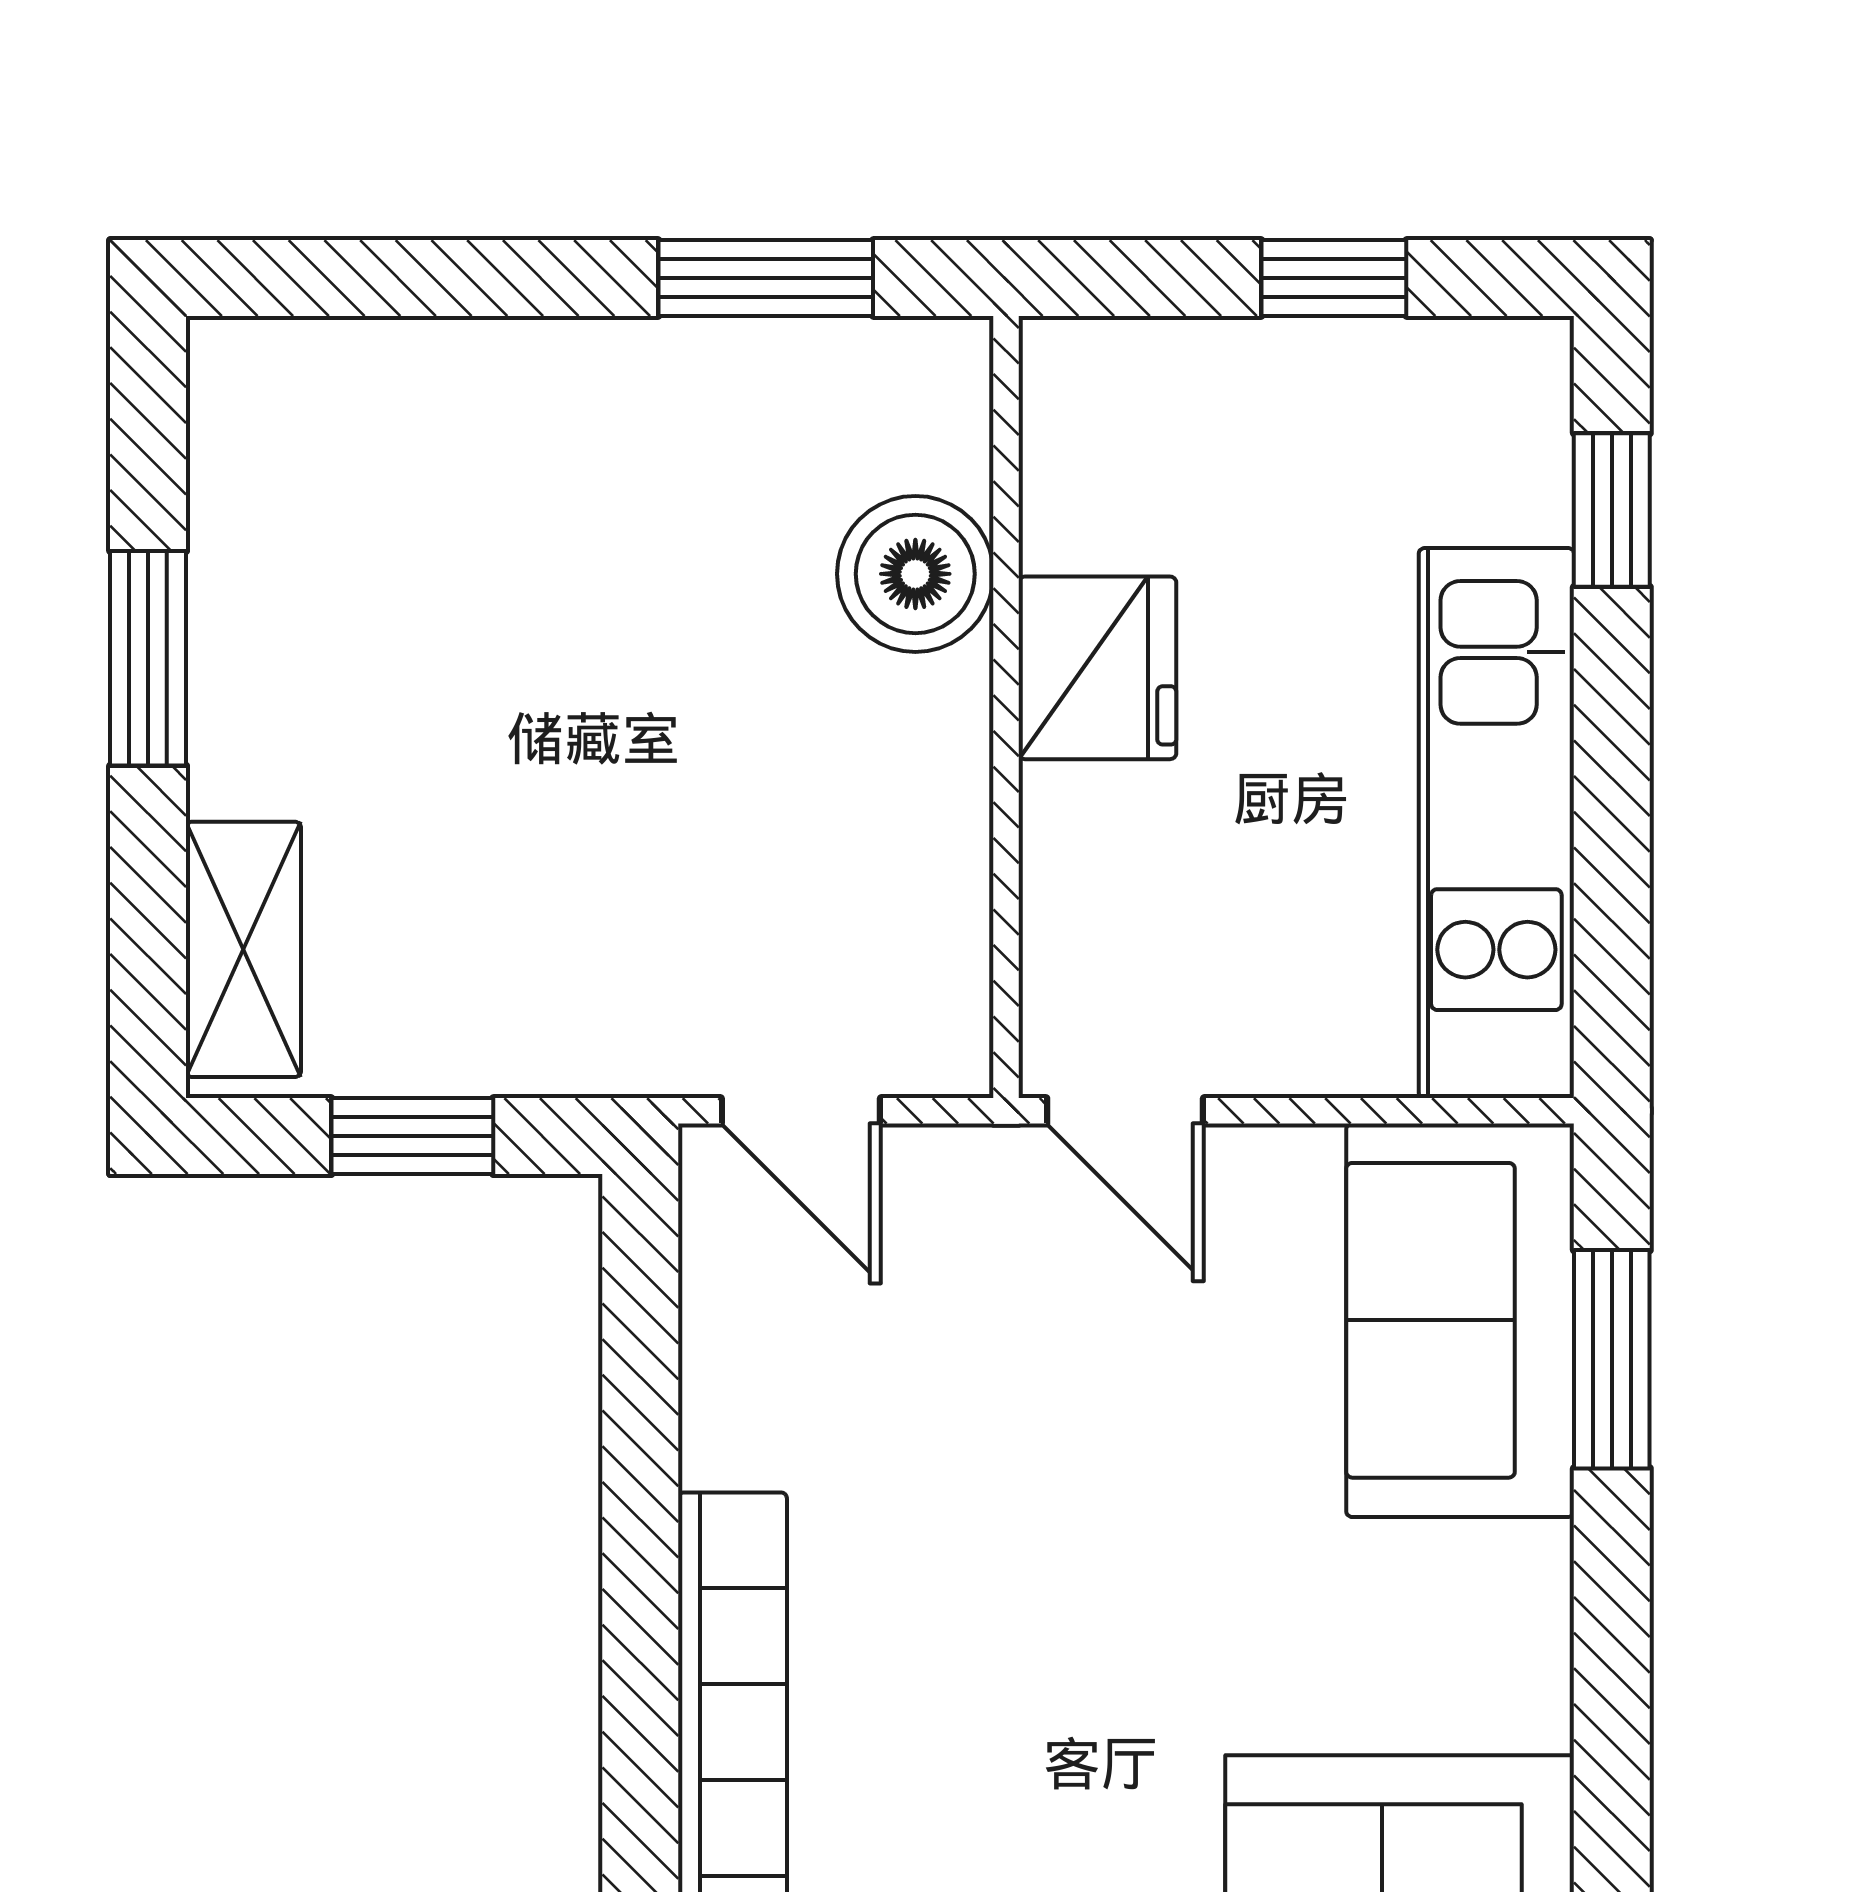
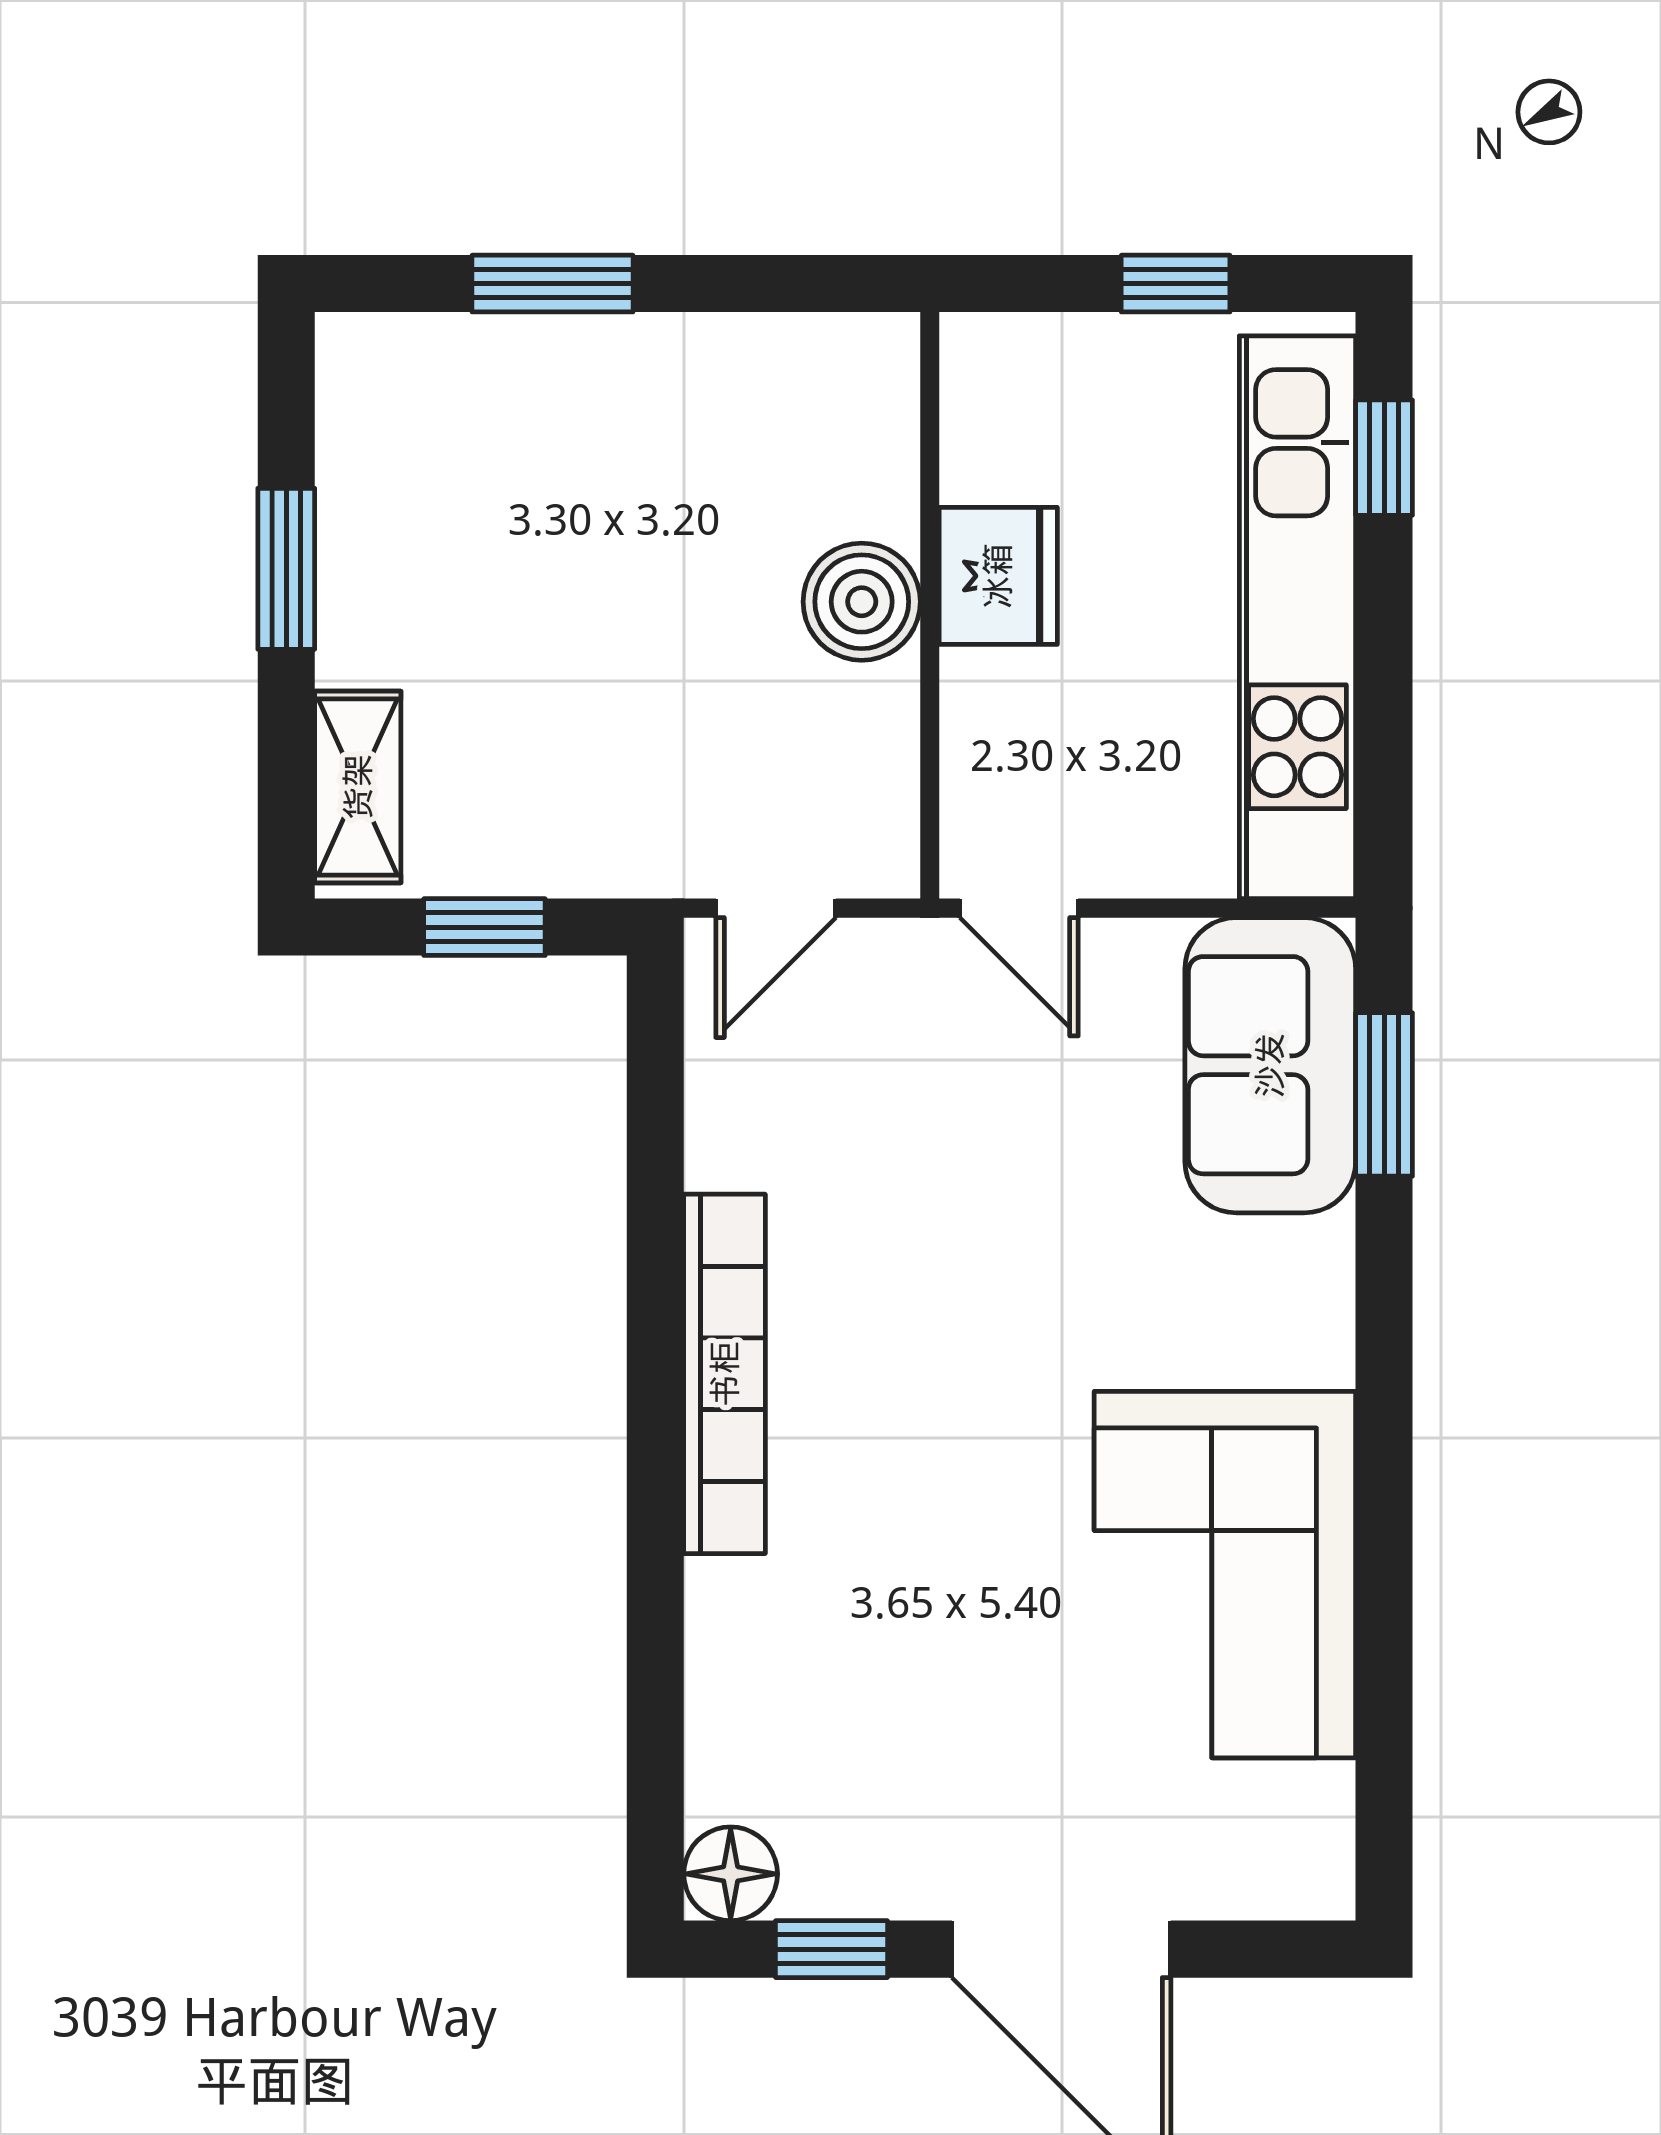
window: (766, 278) -> (553, 284), moved
boiler: (915, 574) -> (862, 602), moved
kitchen unit: (1496, 823) -> (1297, 617), width x1.36
door: (801, 1111) -> (776, 908), hinge flipped

